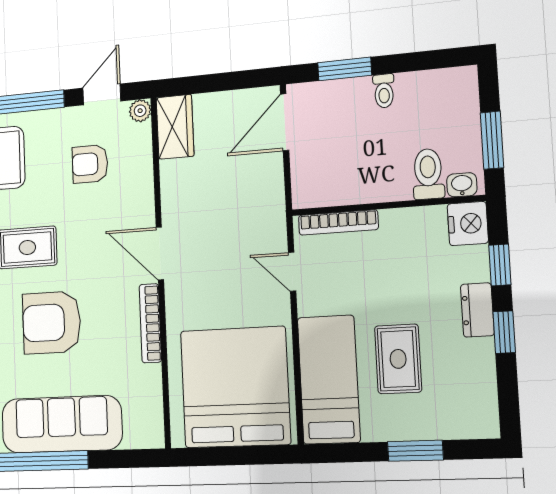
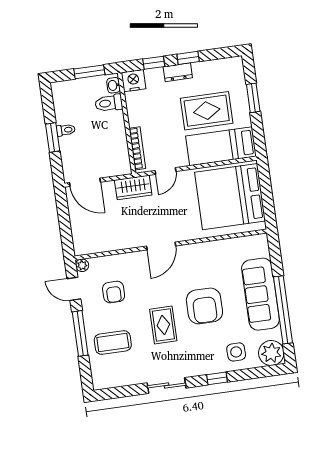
window: (345, 69) -> (53, 138), moved
wardrobe: (175, 127) -> (133, 187), moved, turned 180
bookcase: (150, 323) -> (200, 248), removed
rug: (398, 359) -> (207, 111), width x1.36, depth x1.43

